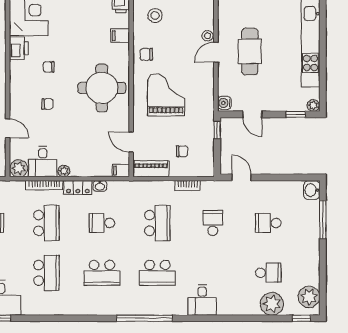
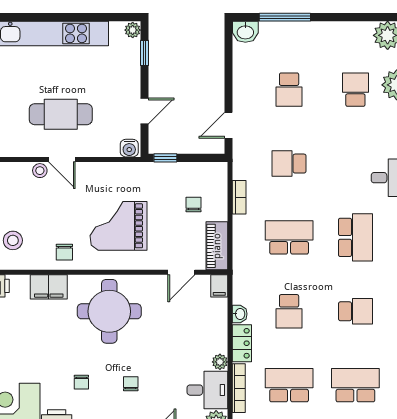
filing cabinet: (120, 36) -> (49, 287), width x2.00
school desk: (102, 273) -> (355, 311), width x0.54

